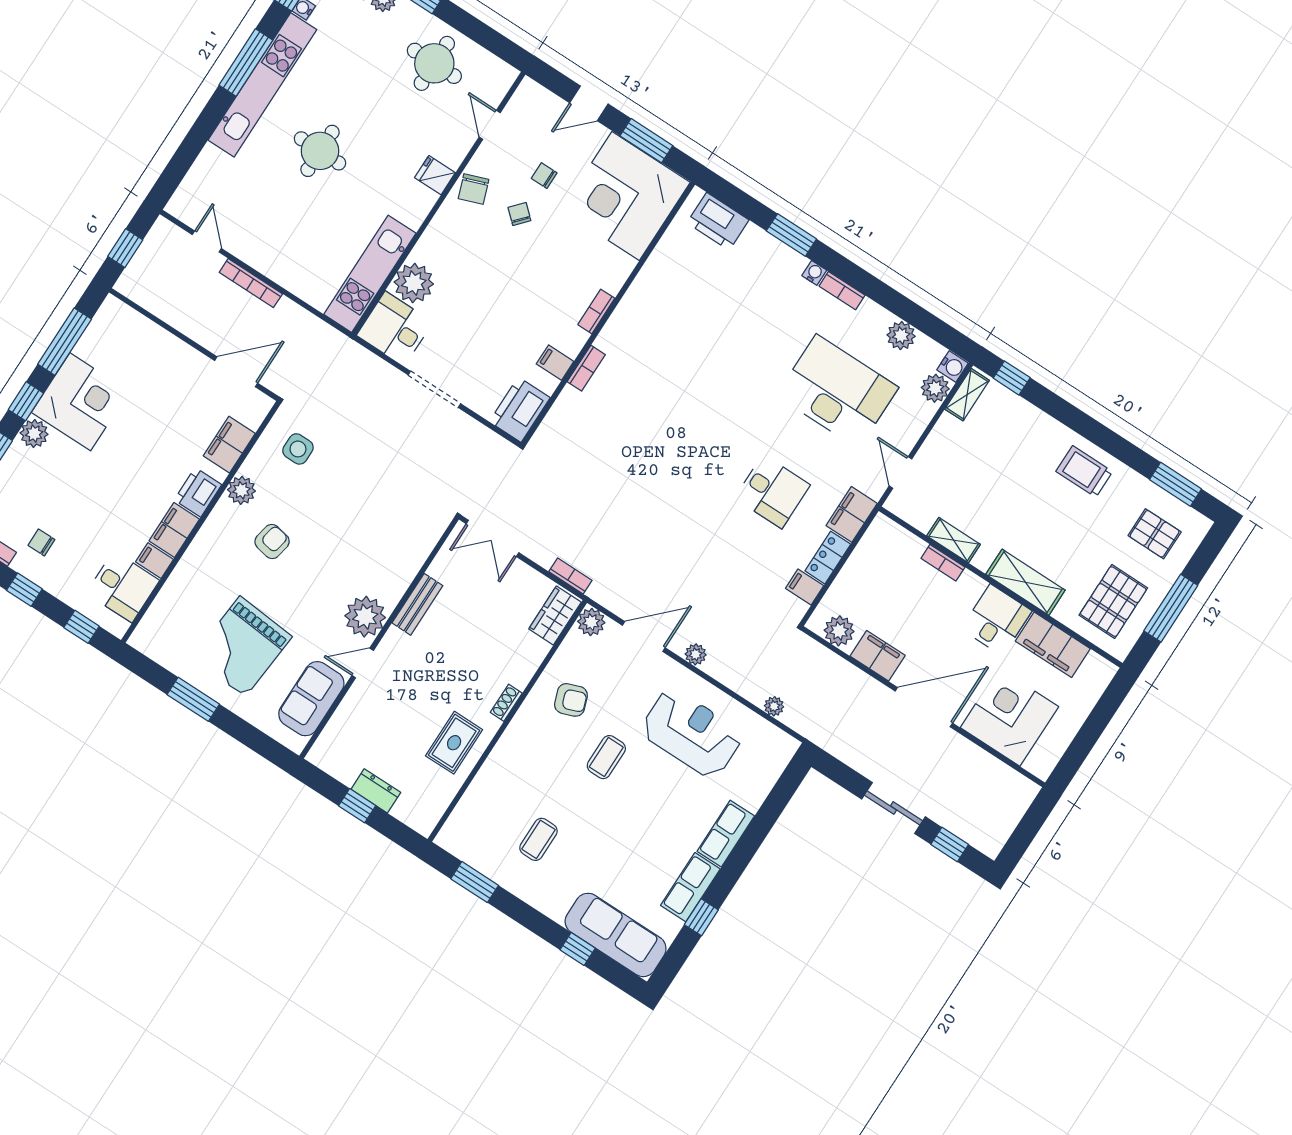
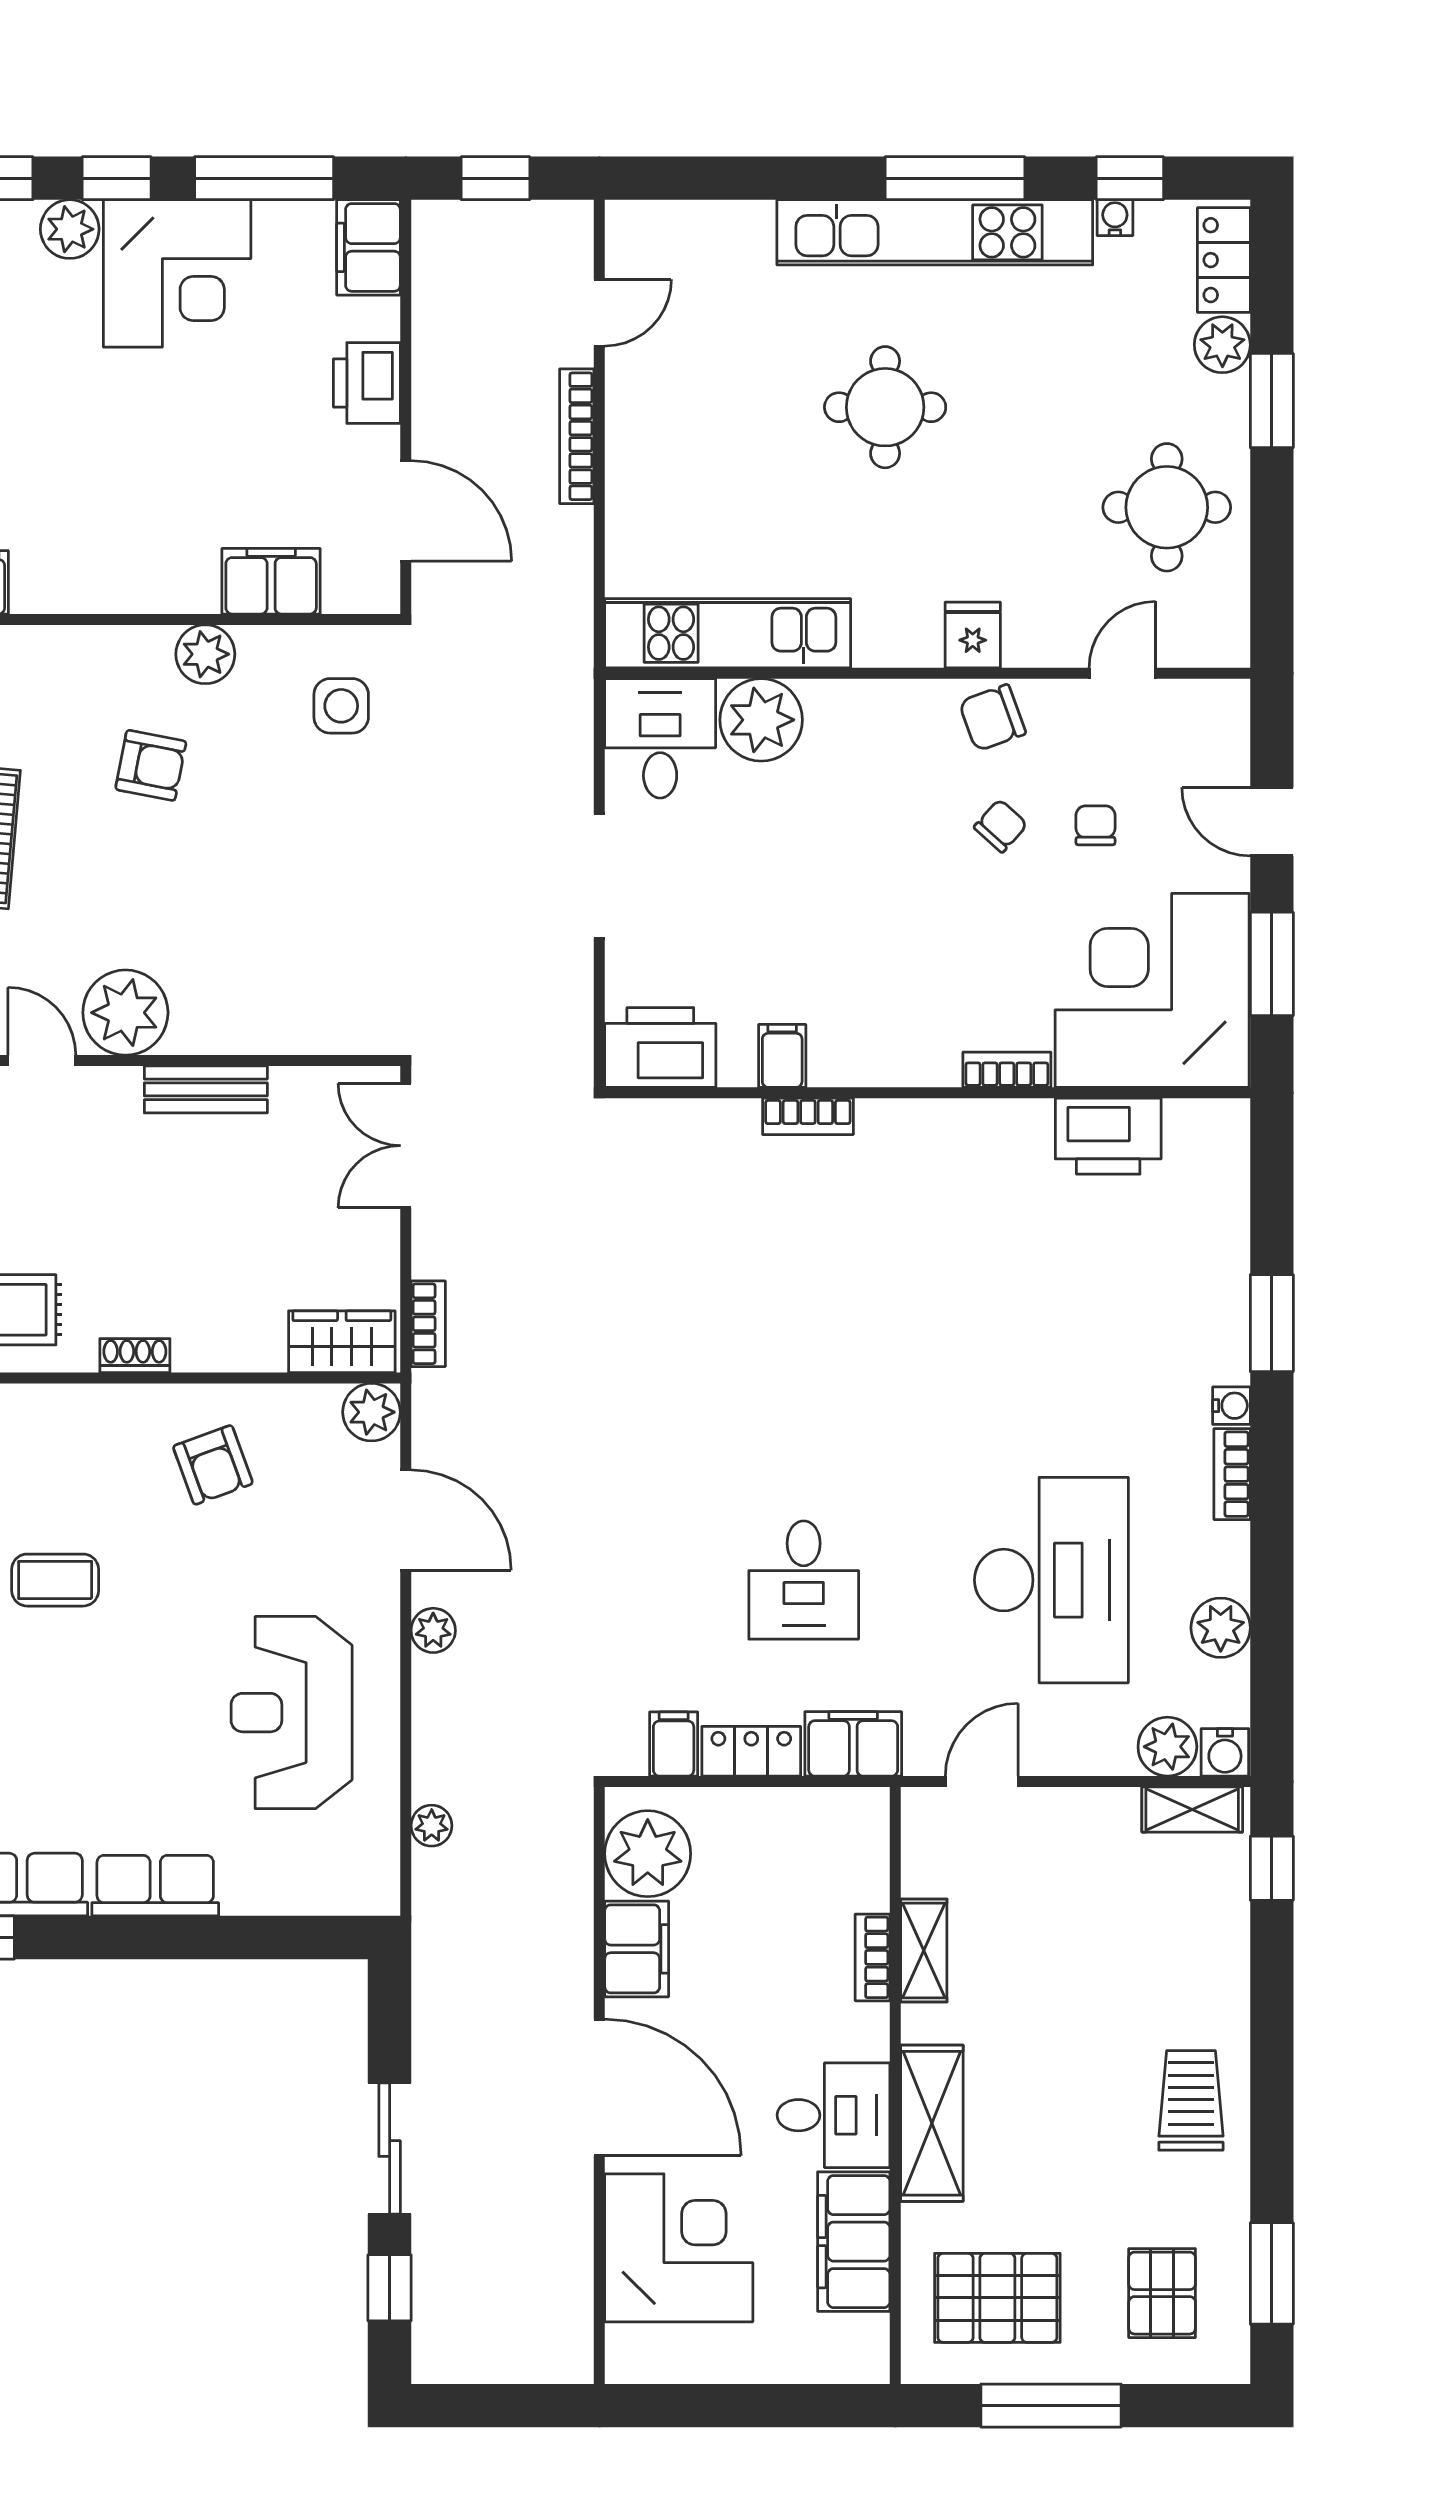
printer: (718, 221) -> (1108, 1136), moved, turned -90
bookcase: (596, 311) -> (1007, 1070), moved
printer: (198, 492) -> (367, 383), moved, turned -90
filing cabinet: (174, 530) -> (368, 247), moved, turned -90
plant: (839, 631) -> (648, 1854), width x1.36, depth x1.36
reception desk: (692, 733) -> (292, 1713), turned 180
coffee table: (606, 757) -> (55, 1580), moved

